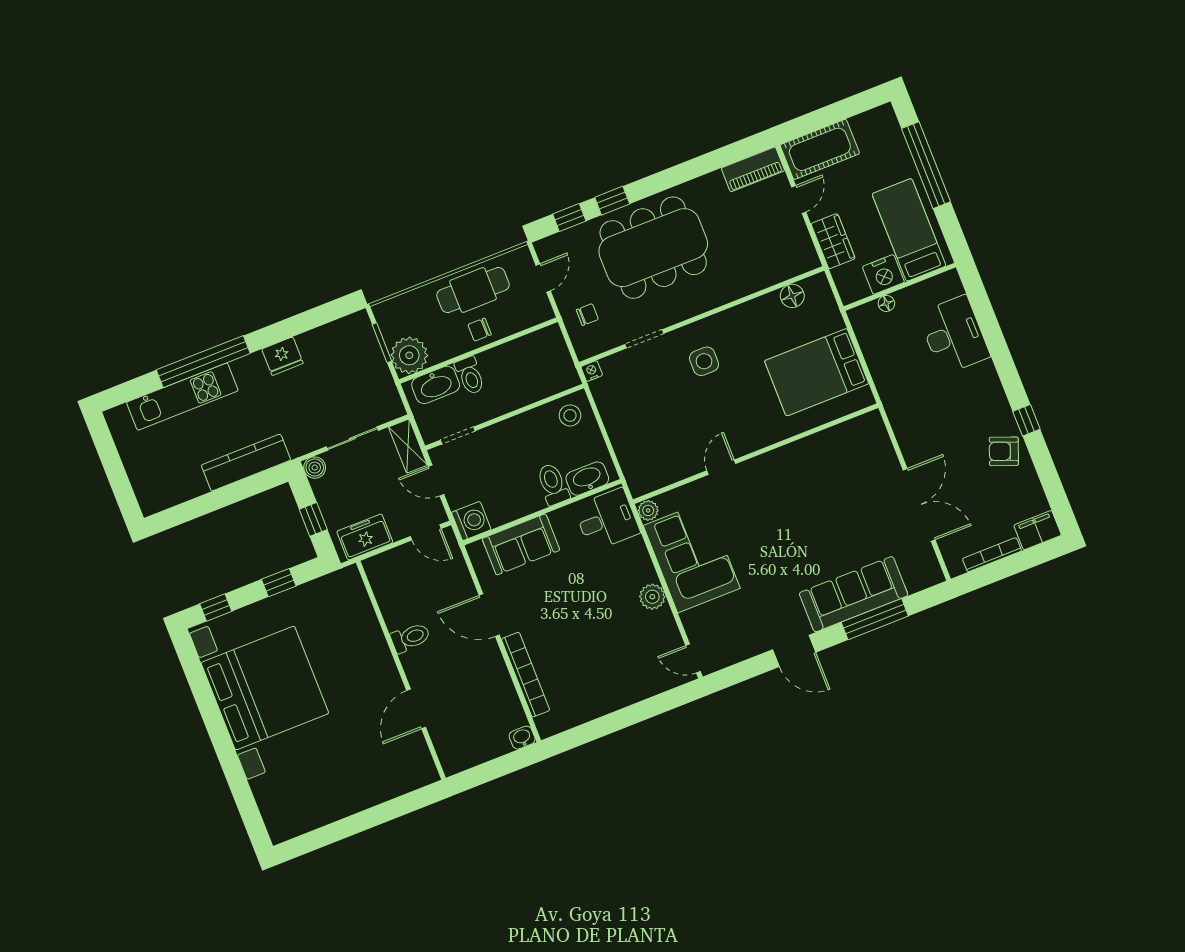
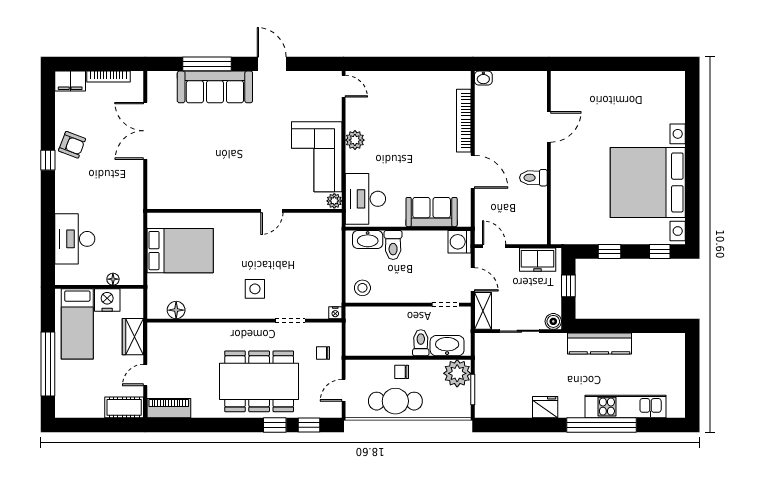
cot: (820, 149) -> (124, 407), width x0.73, depth x0.75
chair: (480, 330) -> (402, 372), turned 180
desk: (607, 520) -> (365, 199), width x1.37

